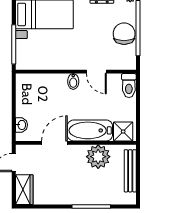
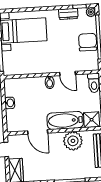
washbasin: (22, 125) -> (10, 103), moved
door: (54, 143) -> (38, 132), swing flipped

